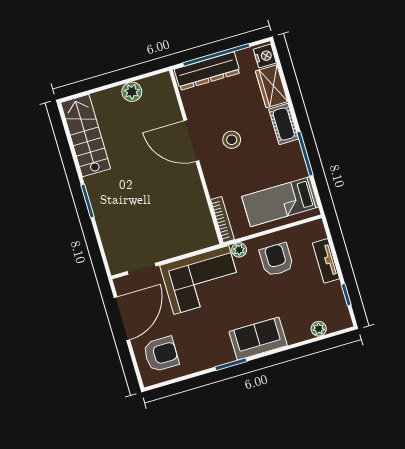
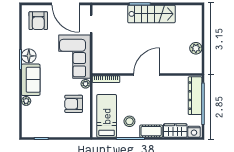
stairs: (86, 136) -> (151, 14), moved
stool: (232, 140) -> (129, 121), moved
door: (191, 141) -> (147, 75), moved
armchair: (276, 260) -> (74, 104), turned 180
tv unit: (326, 261) -> (64, 132), removed
plant: (319, 329) -> (26, 101), moved
floor lamp: (221, 353) -> (29, 56), added

